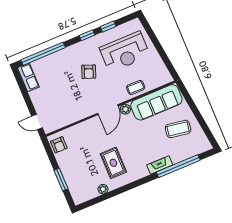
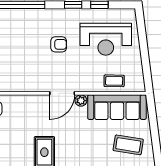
armchair: (89, 72) -> (59, 44), turned -111
coffee table: (136, 87) -> (114, 81), moved

